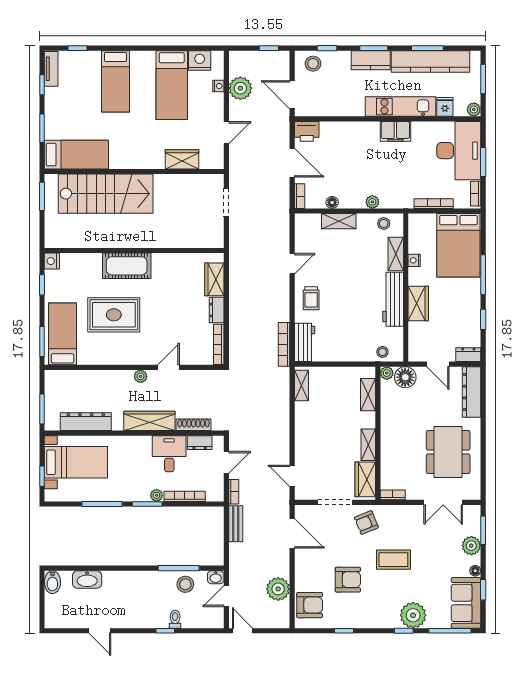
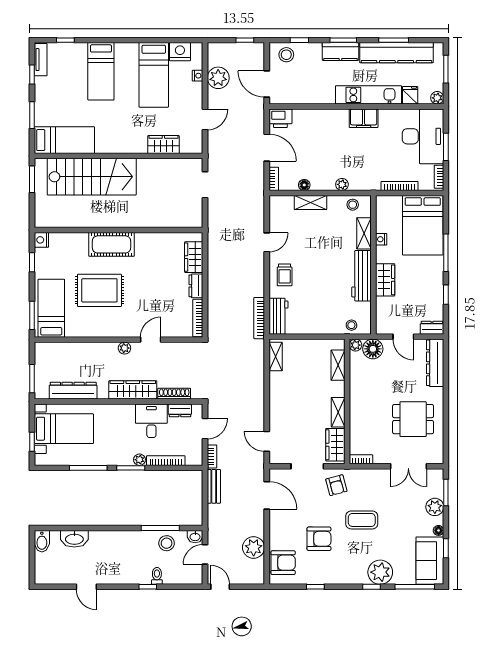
dining table: (448, 452) -> (413, 419), width x0.73
armchair: (366, 522) -> (336, 485), turned -83

